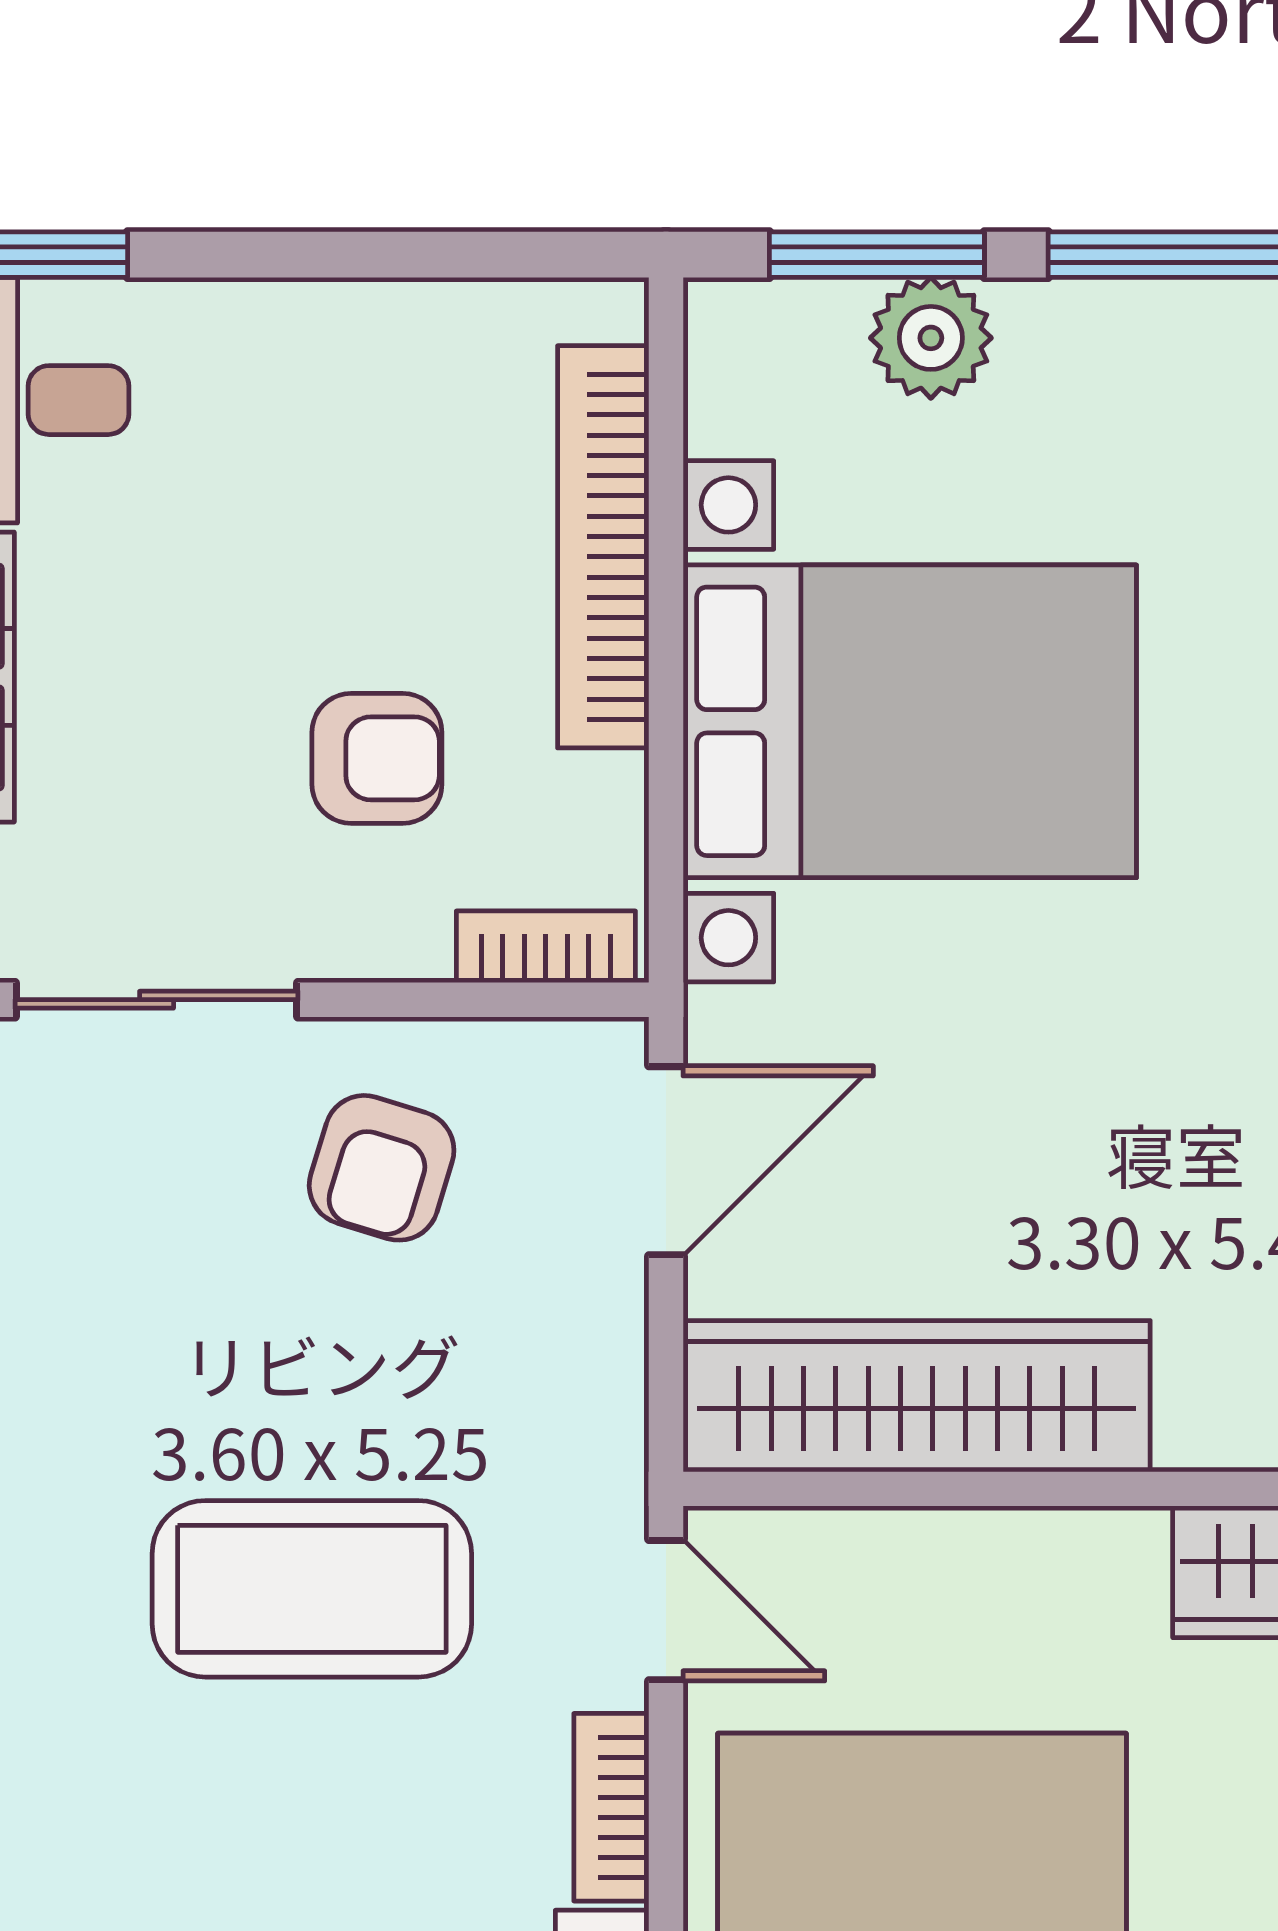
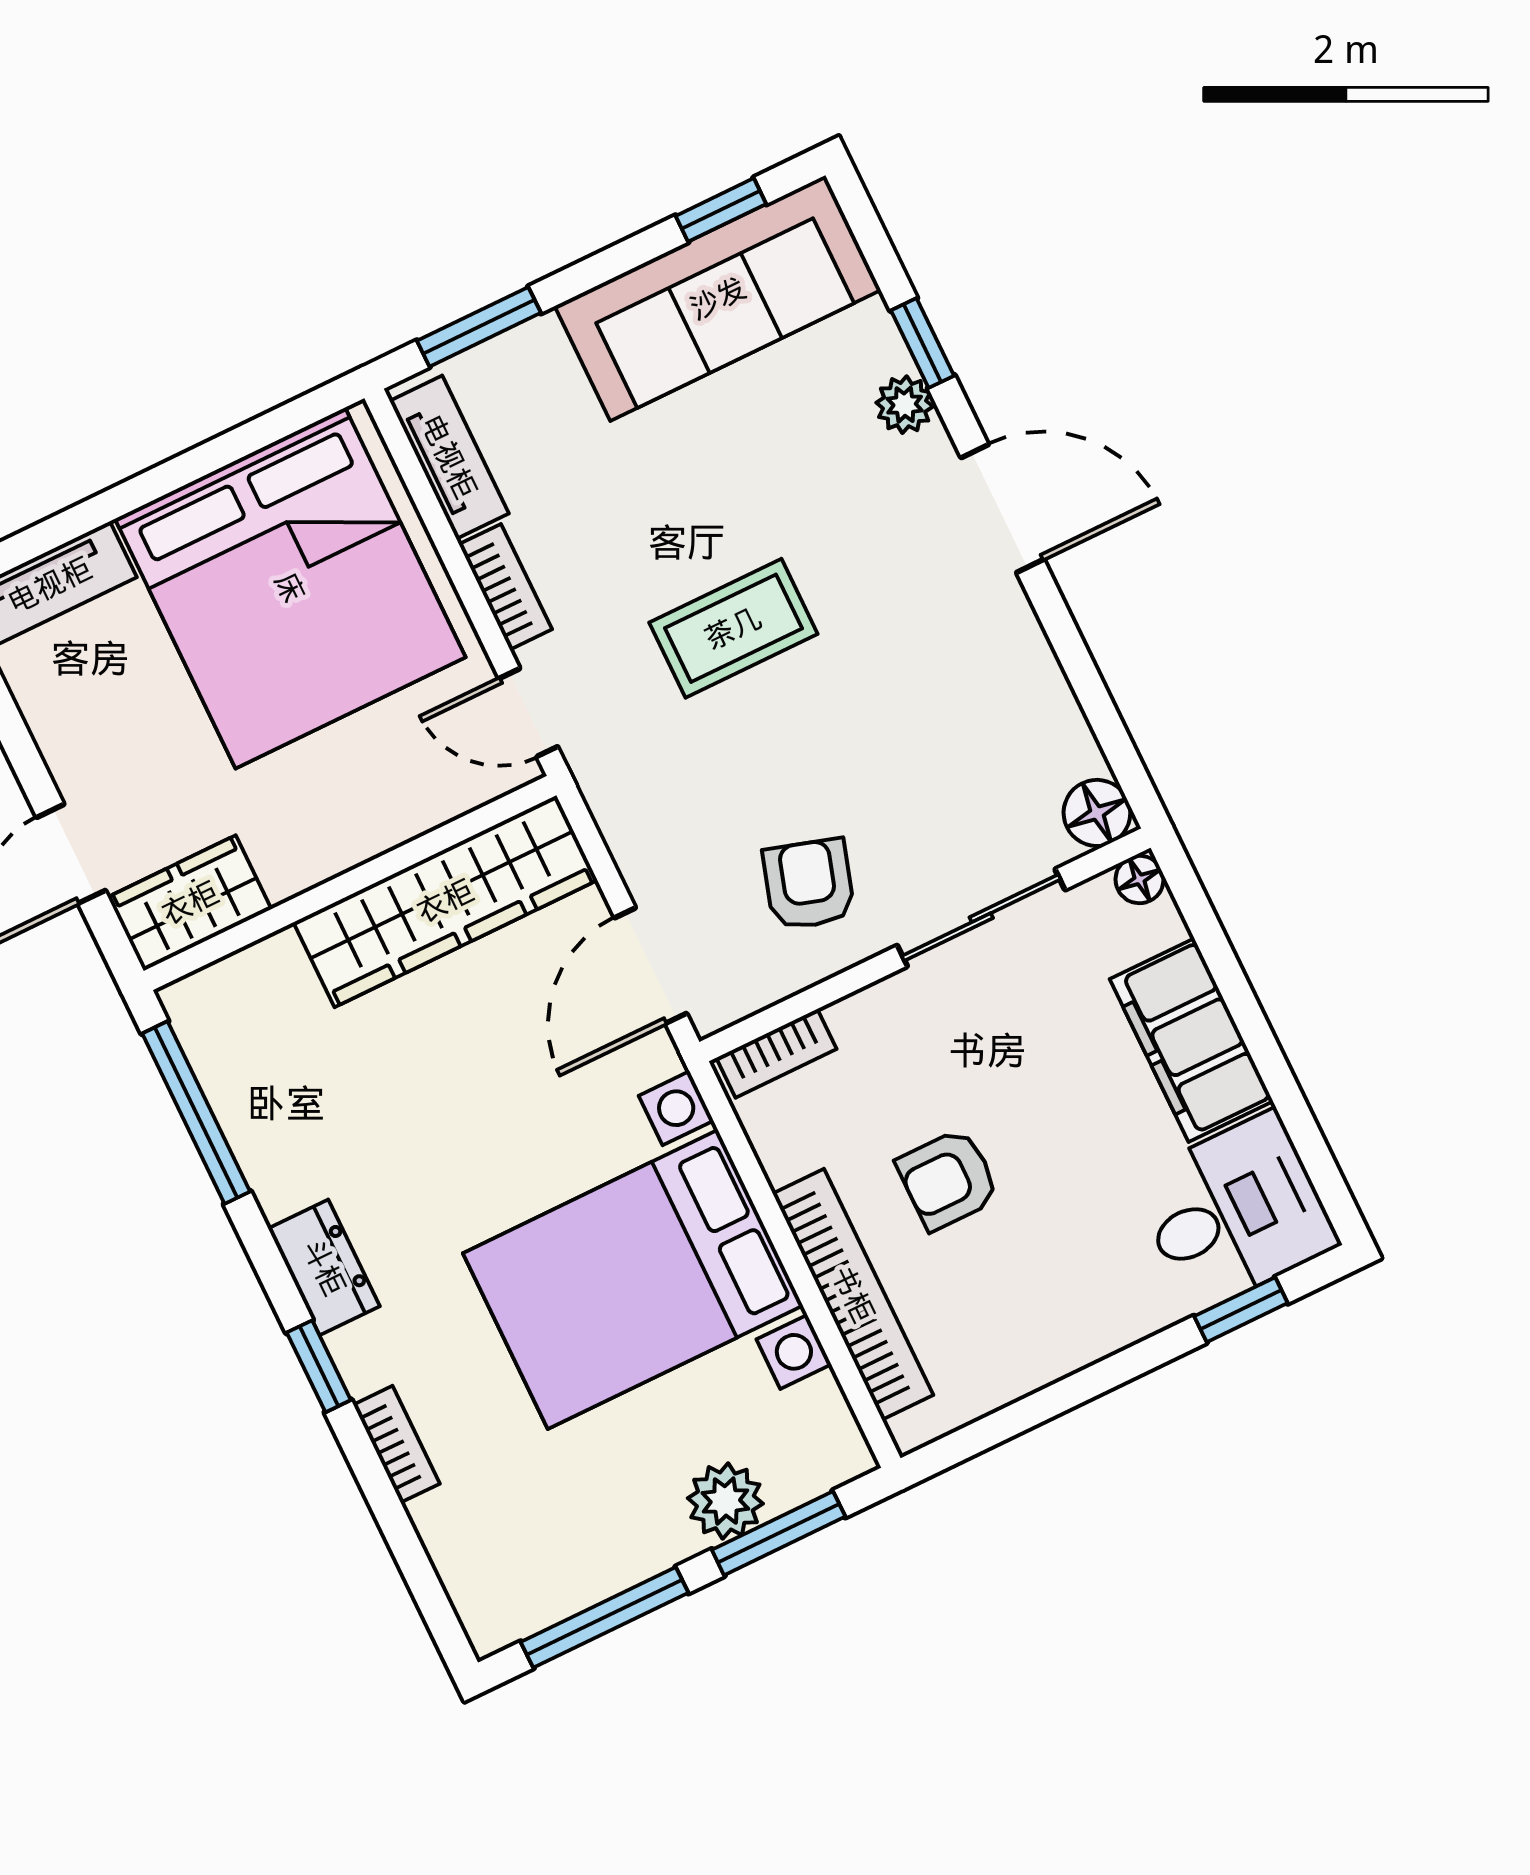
armchair: (377, 758) -> (948, 1179), moved
coffee table: (312, 1589) -> (733, 628), width x0.73, depth x0.76

